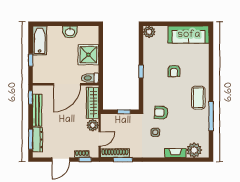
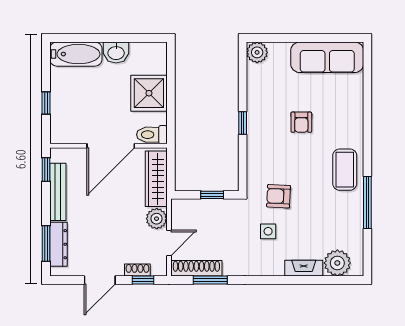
bathtub: (40, 40) -> (76, 54), moved, turned 90

